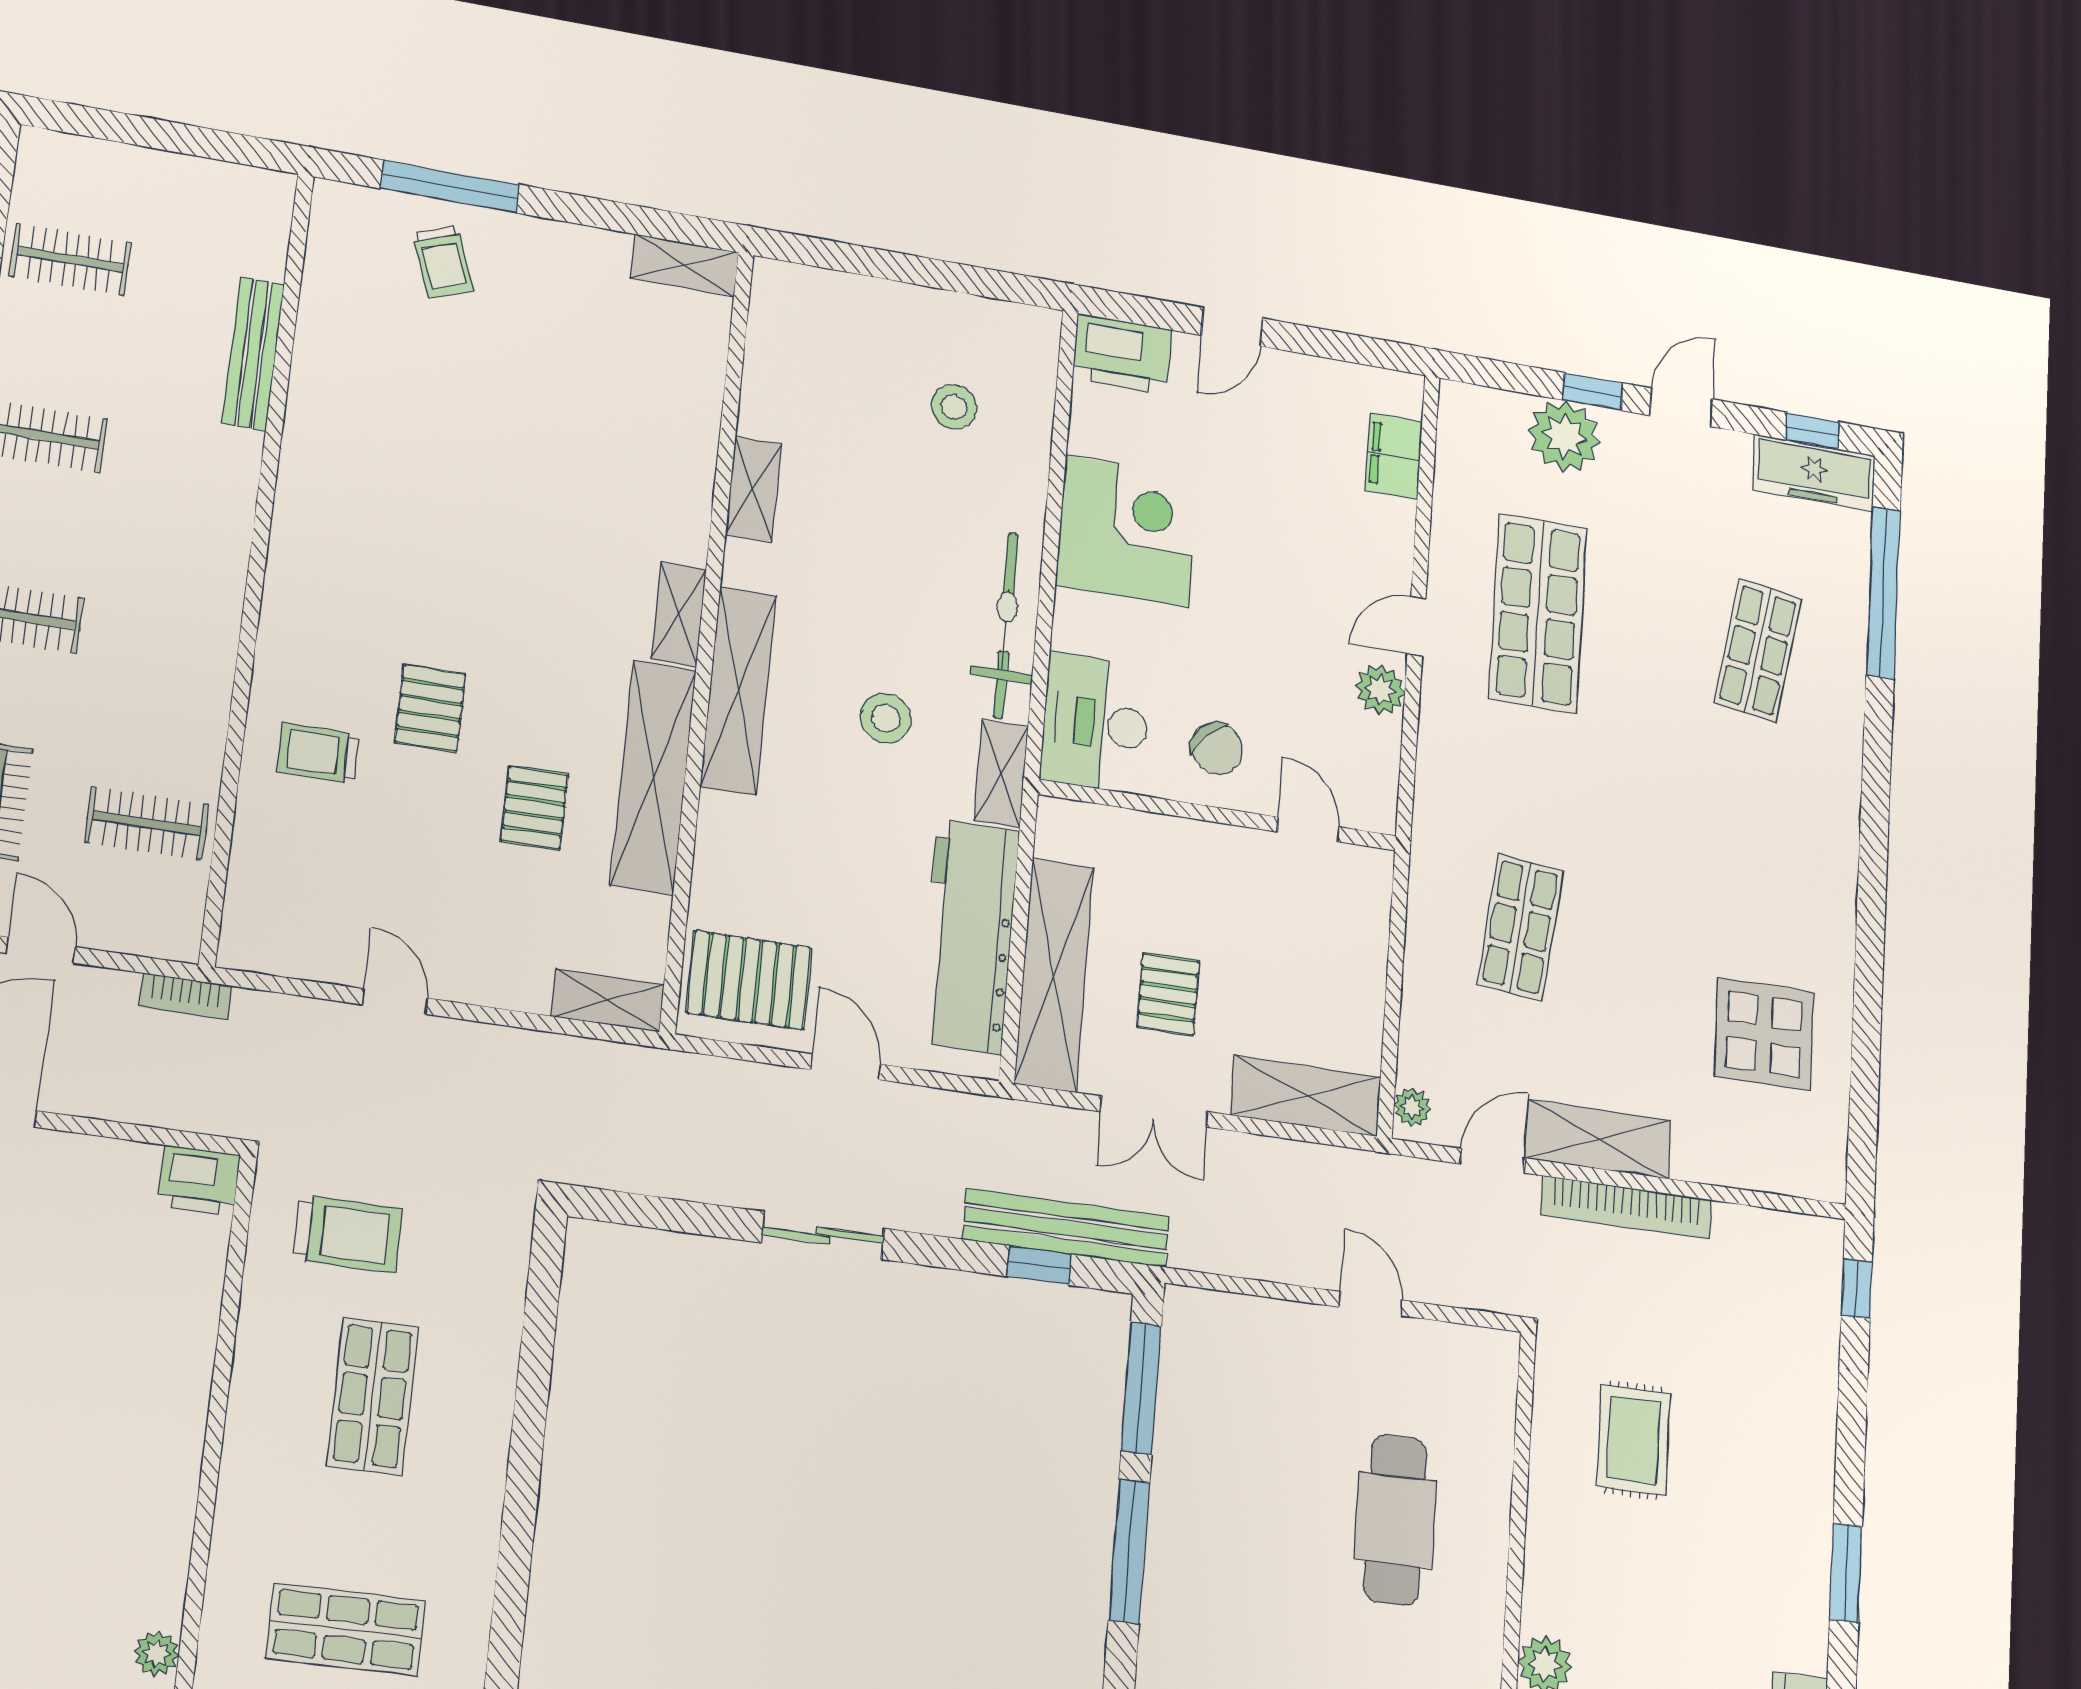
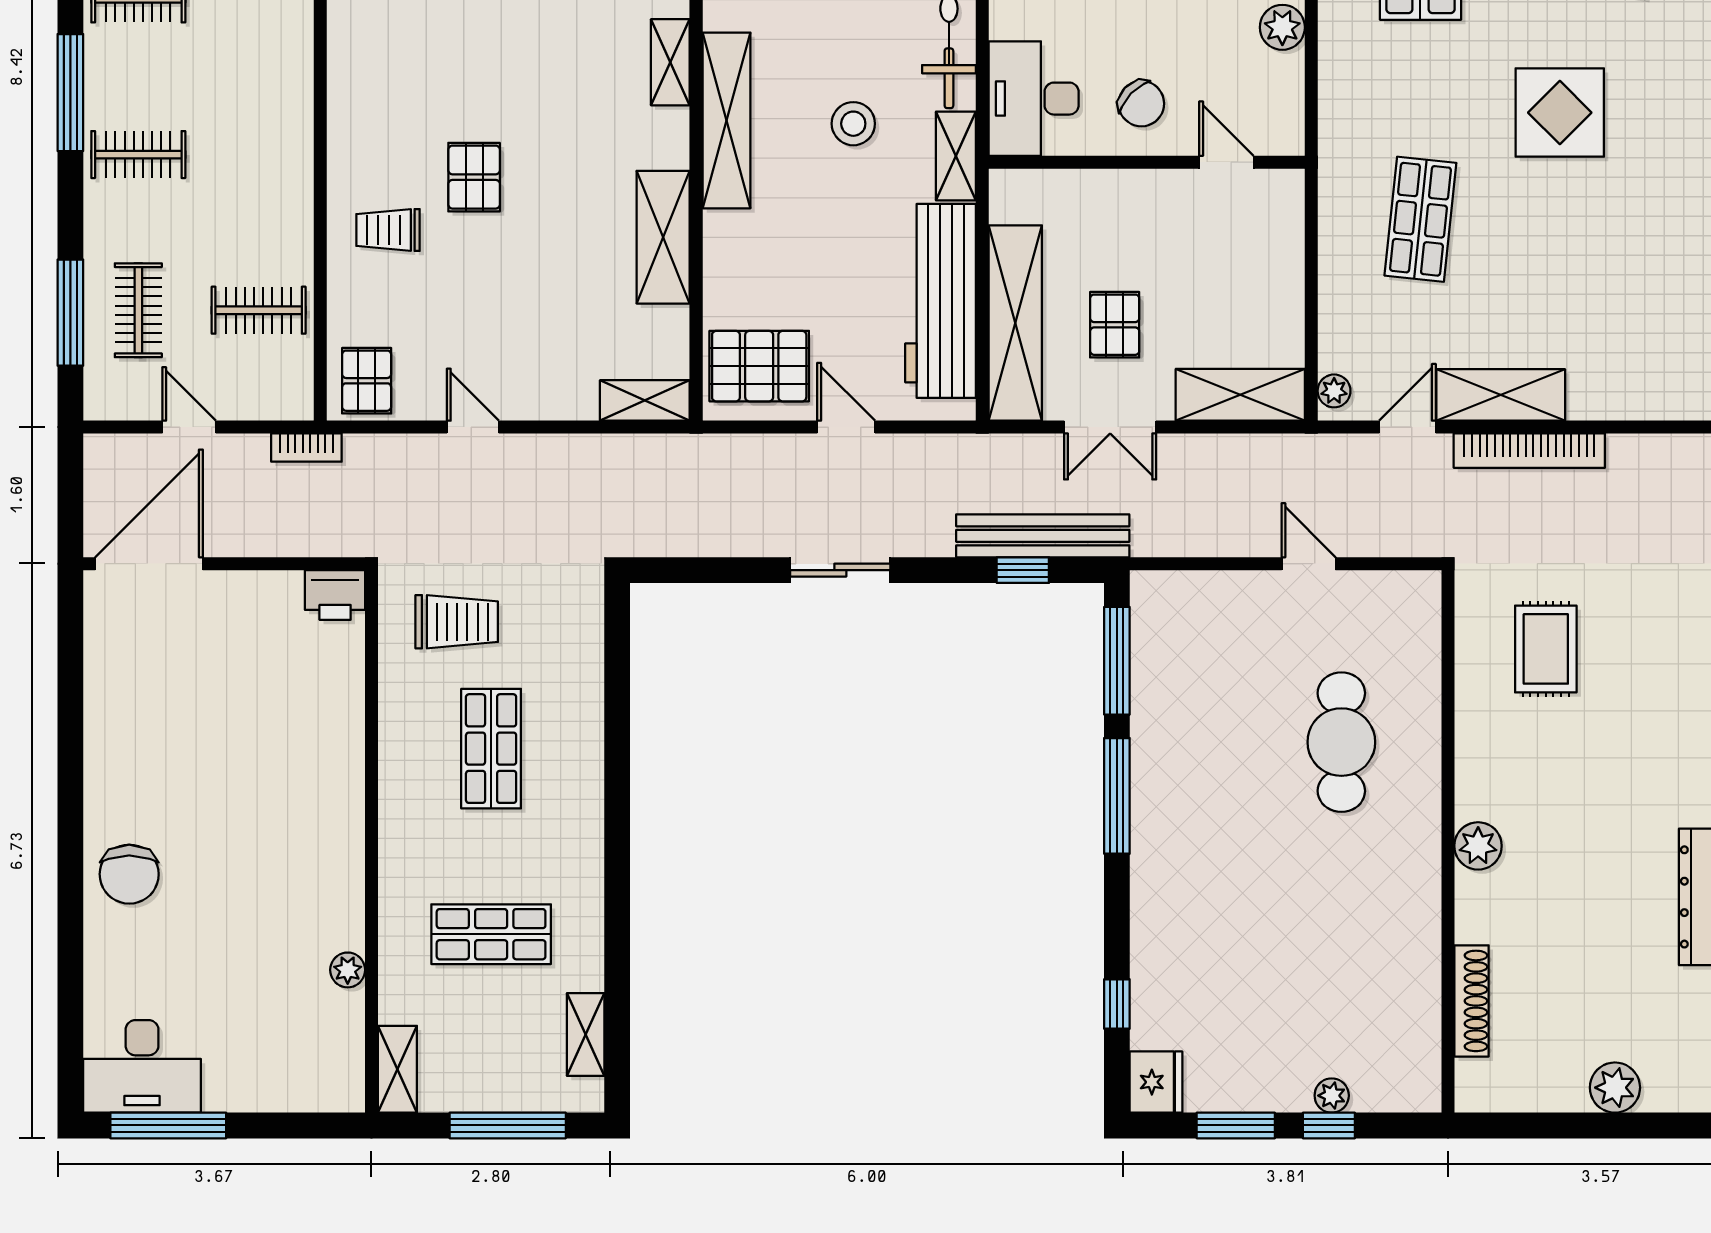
shelving: (653, 777) -> (663, 237), width x0.68
pallet: (535, 808) -> (367, 381), moved
display table: (1764, 1034) -> (1560, 113), moved

